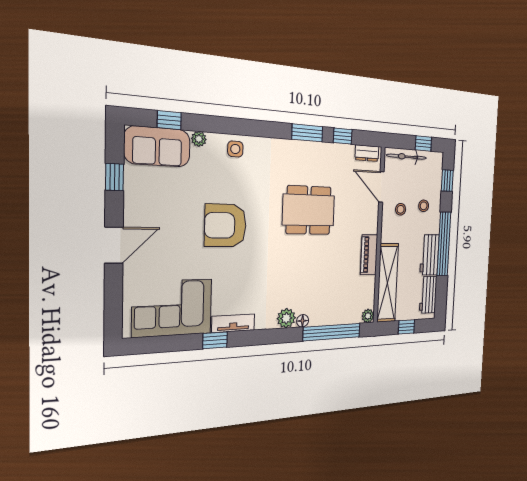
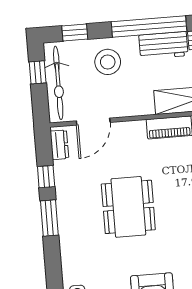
bicycle: (407, 157) -> (58, 83), width x1.37, depth x1.40
stool: (424, 206) -> (108, 62), width x1.89, depth x1.89
stool: (401, 209) -> (115, 93), removed

